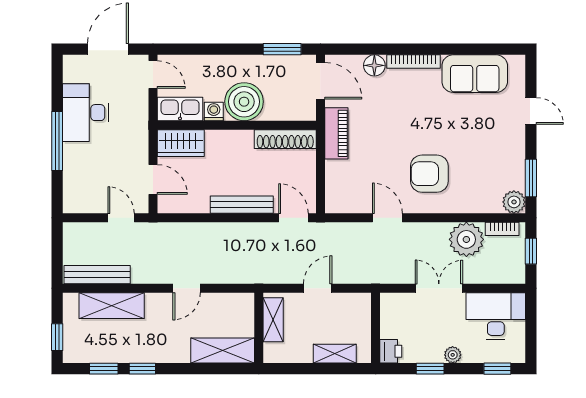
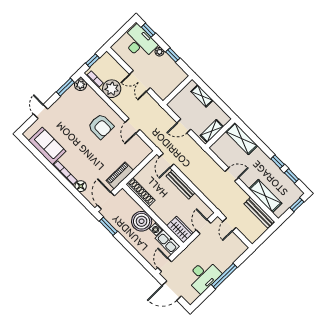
desk: (496, 316) -> (139, 42), moved, turned 180
printer: (391, 351) -> (181, 76), removed

